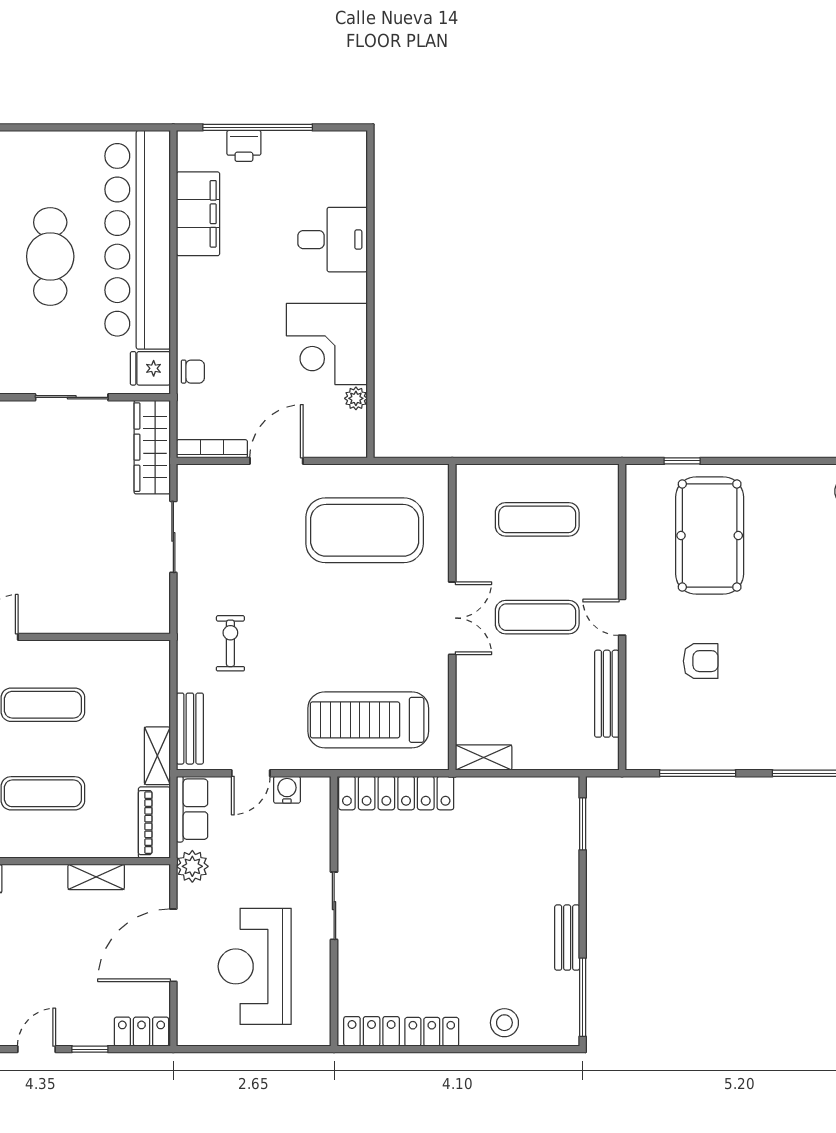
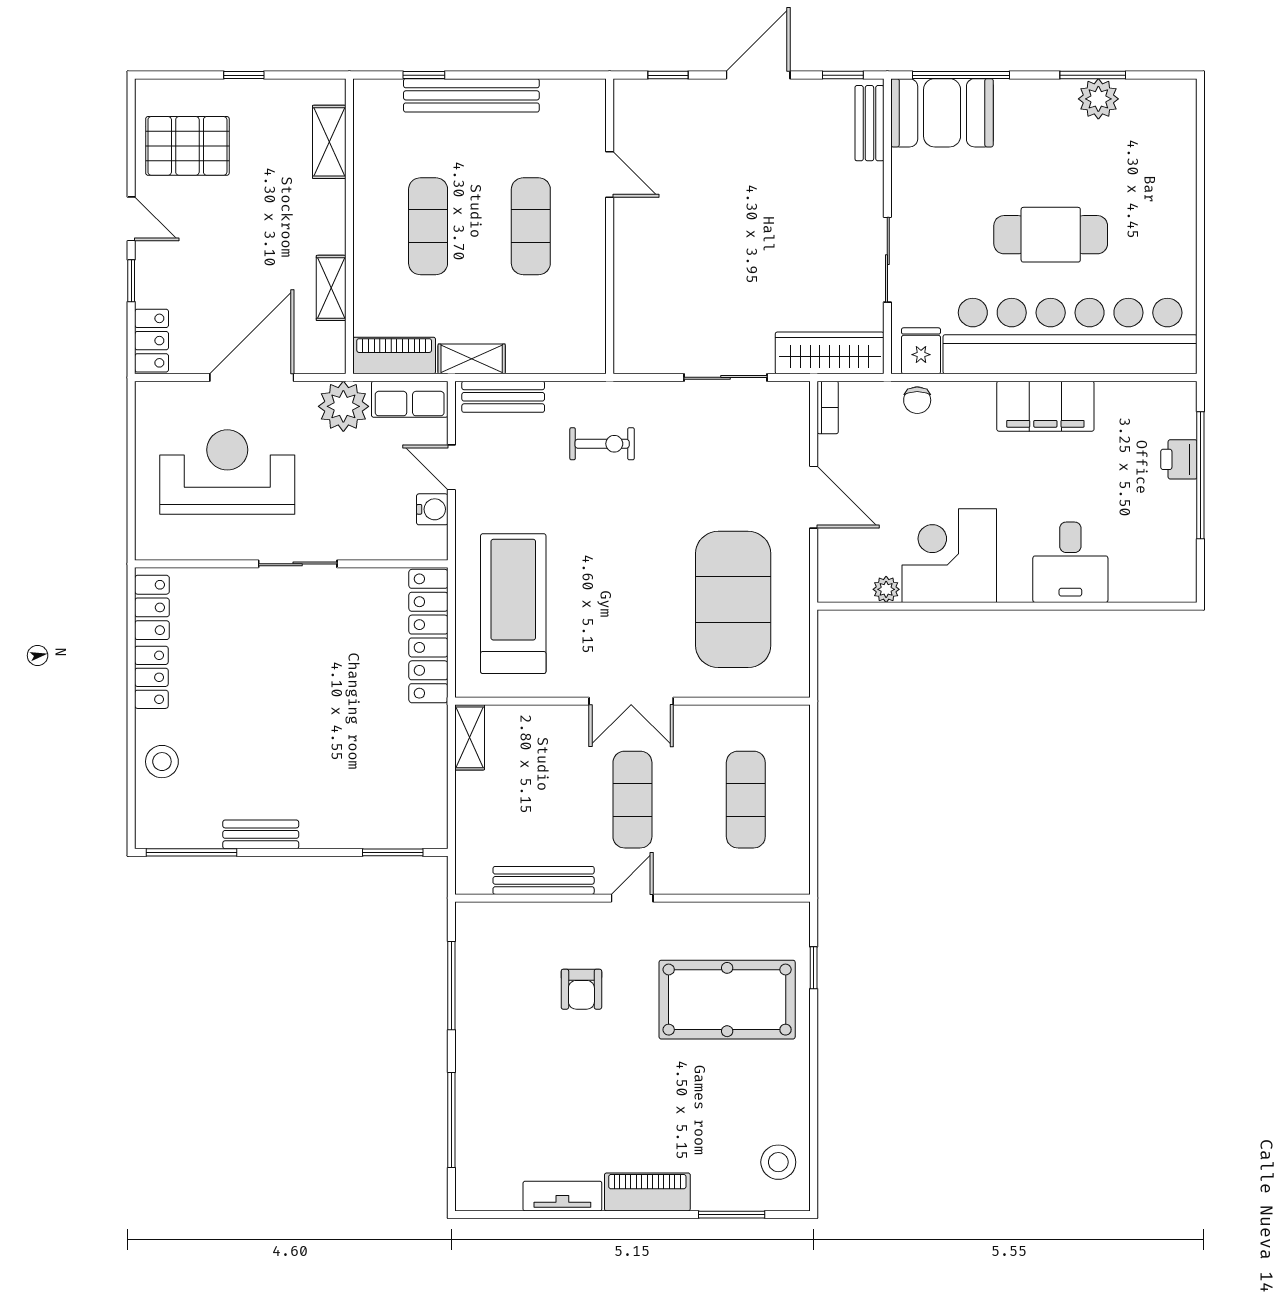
filing cabinet: (198, 214) -> (1045, 406), moved
bookcase: (212, 449) -> (828, 407), width x0.64
plant: (192, 866) -> (343, 406), width x1.36, depth x1.36
door: (173, 945) -> (252, 377), hinge flipped

